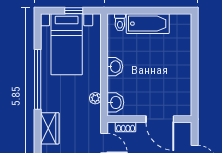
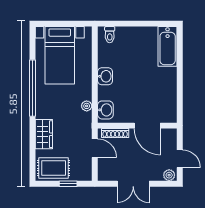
window: (74, 11) -> (66, 24), removed
bathtub: (148, 24) -> (168, 46), moved, turned 90
shoe rack: (126, 127) -> (115, 133), width x1.43

